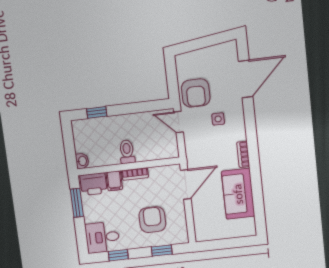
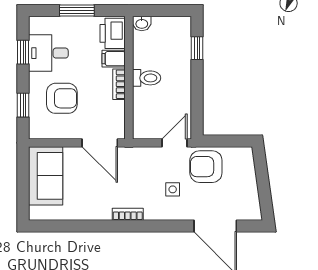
sofa: (238, 194) -> (46, 176), moved, turned 90
window: (77, 203) -> (77, 10), moved
desk: (102, 237) -> (48, 53), moved, turned -90

